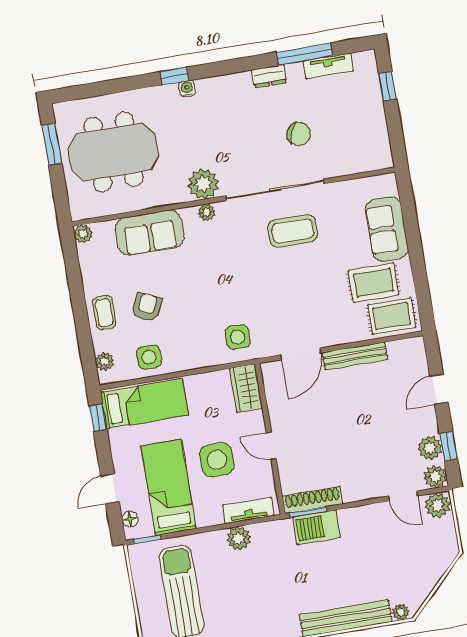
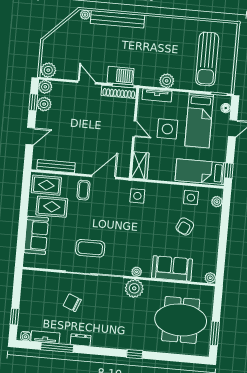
water cooler: (187, 89) -> (26, 336), moved
coffee table: (104, 313) -> (83, 190), moved
bench: (355, 356) -> (56, 166), moved
door: (403, 496) -> (87, 82), moved

